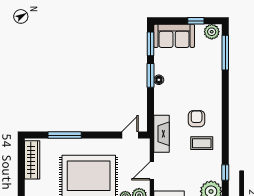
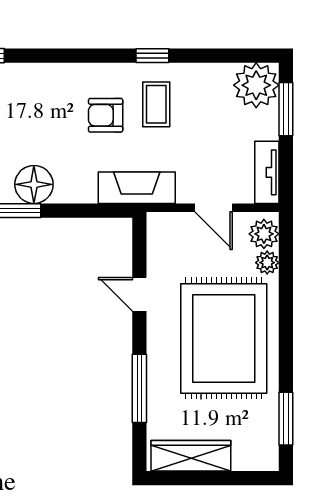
floor lamp: (159, 80) -> (34, 184), width x1.89, depth x1.89
door: (130, 135) -> (139, 294), moved
window: (225, 172) -> (152, 56), moved

